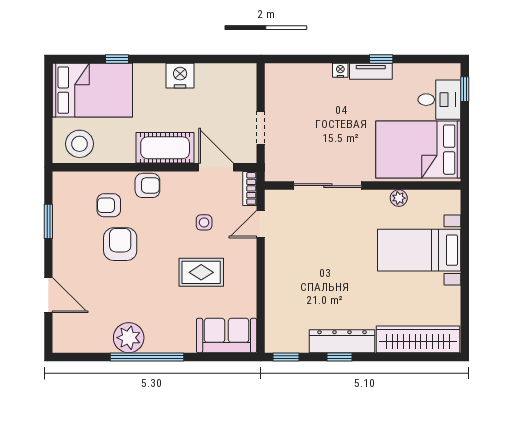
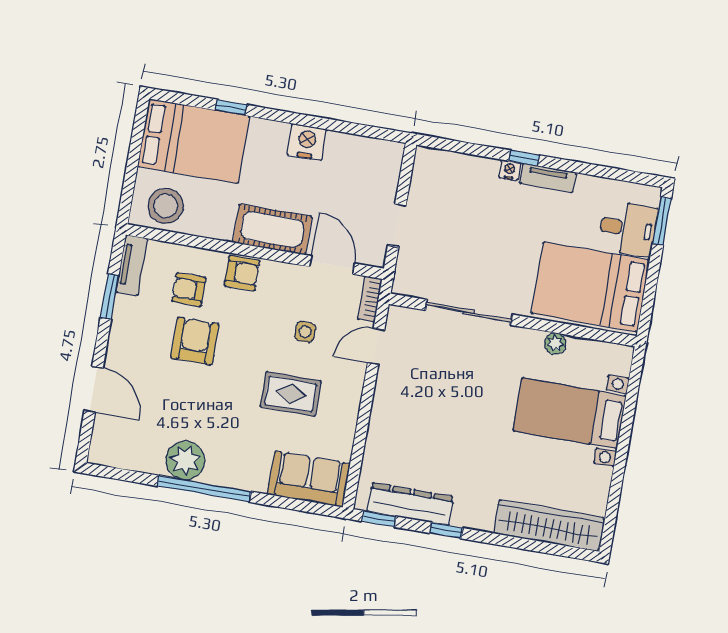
window: (381, 59) -> (524, 158), moved
window: (465, 89) -> (662, 221), width x1.50
tv unit: (61, 194) -> (132, 265), added
dresser: (342, 341) -> (410, 504), moved

